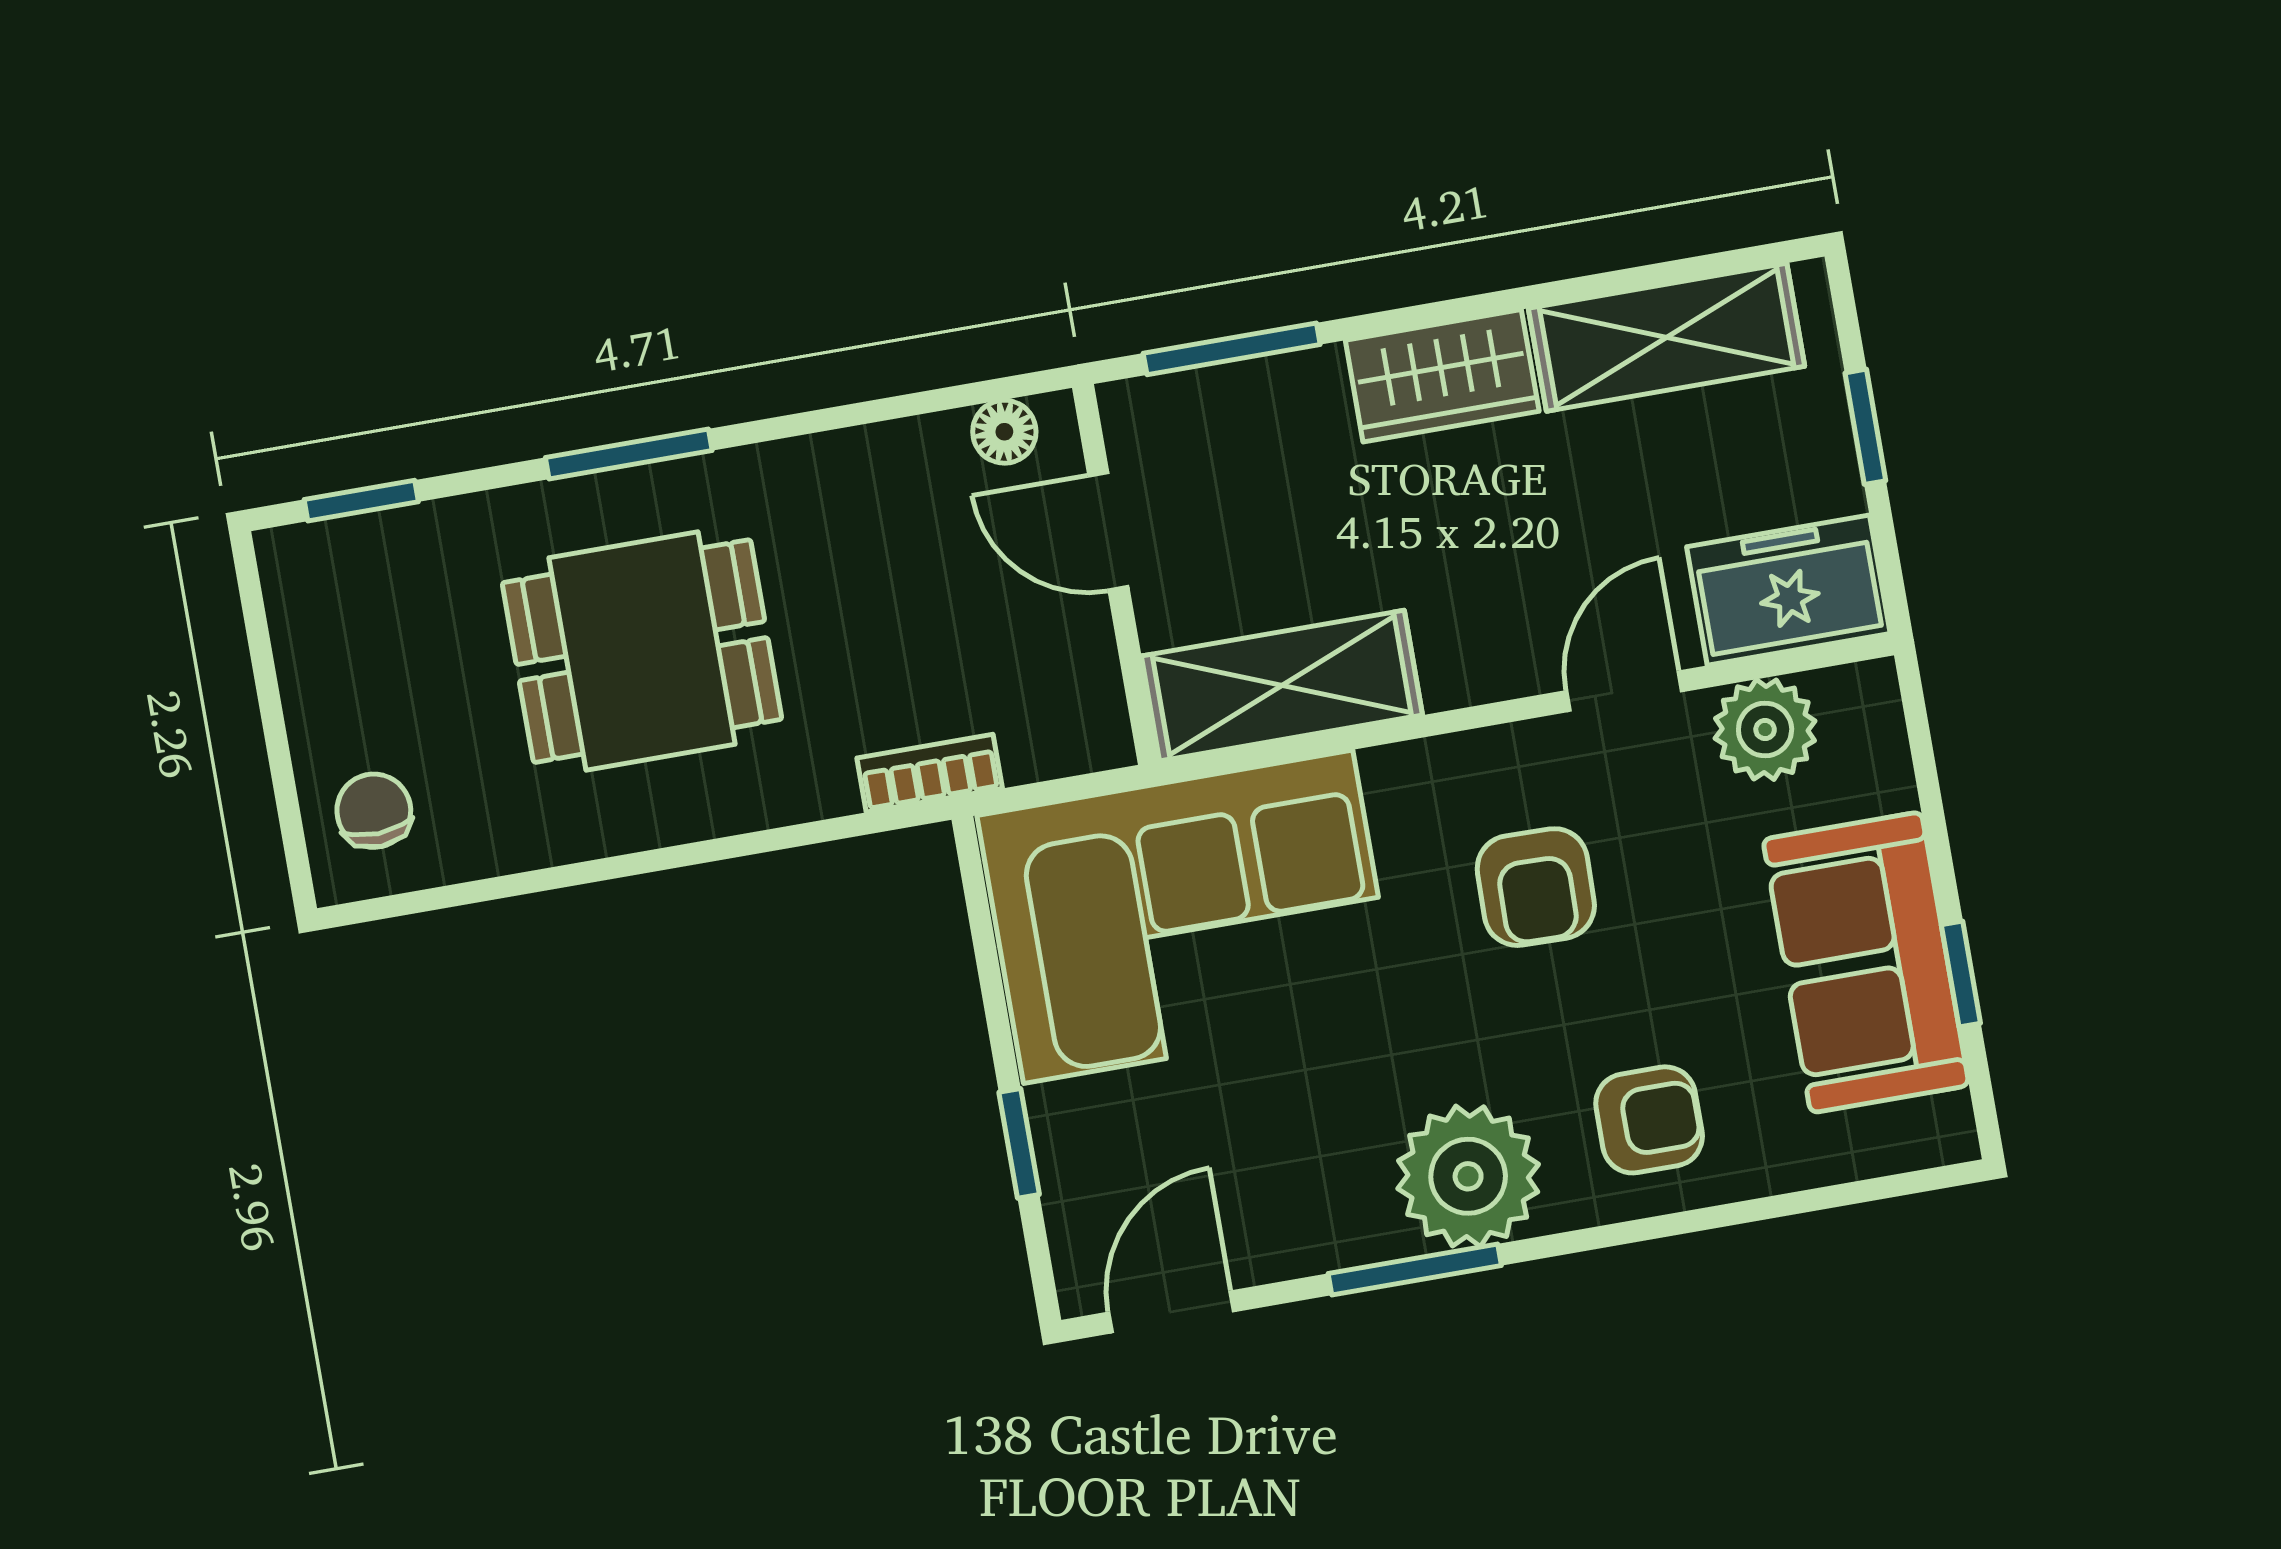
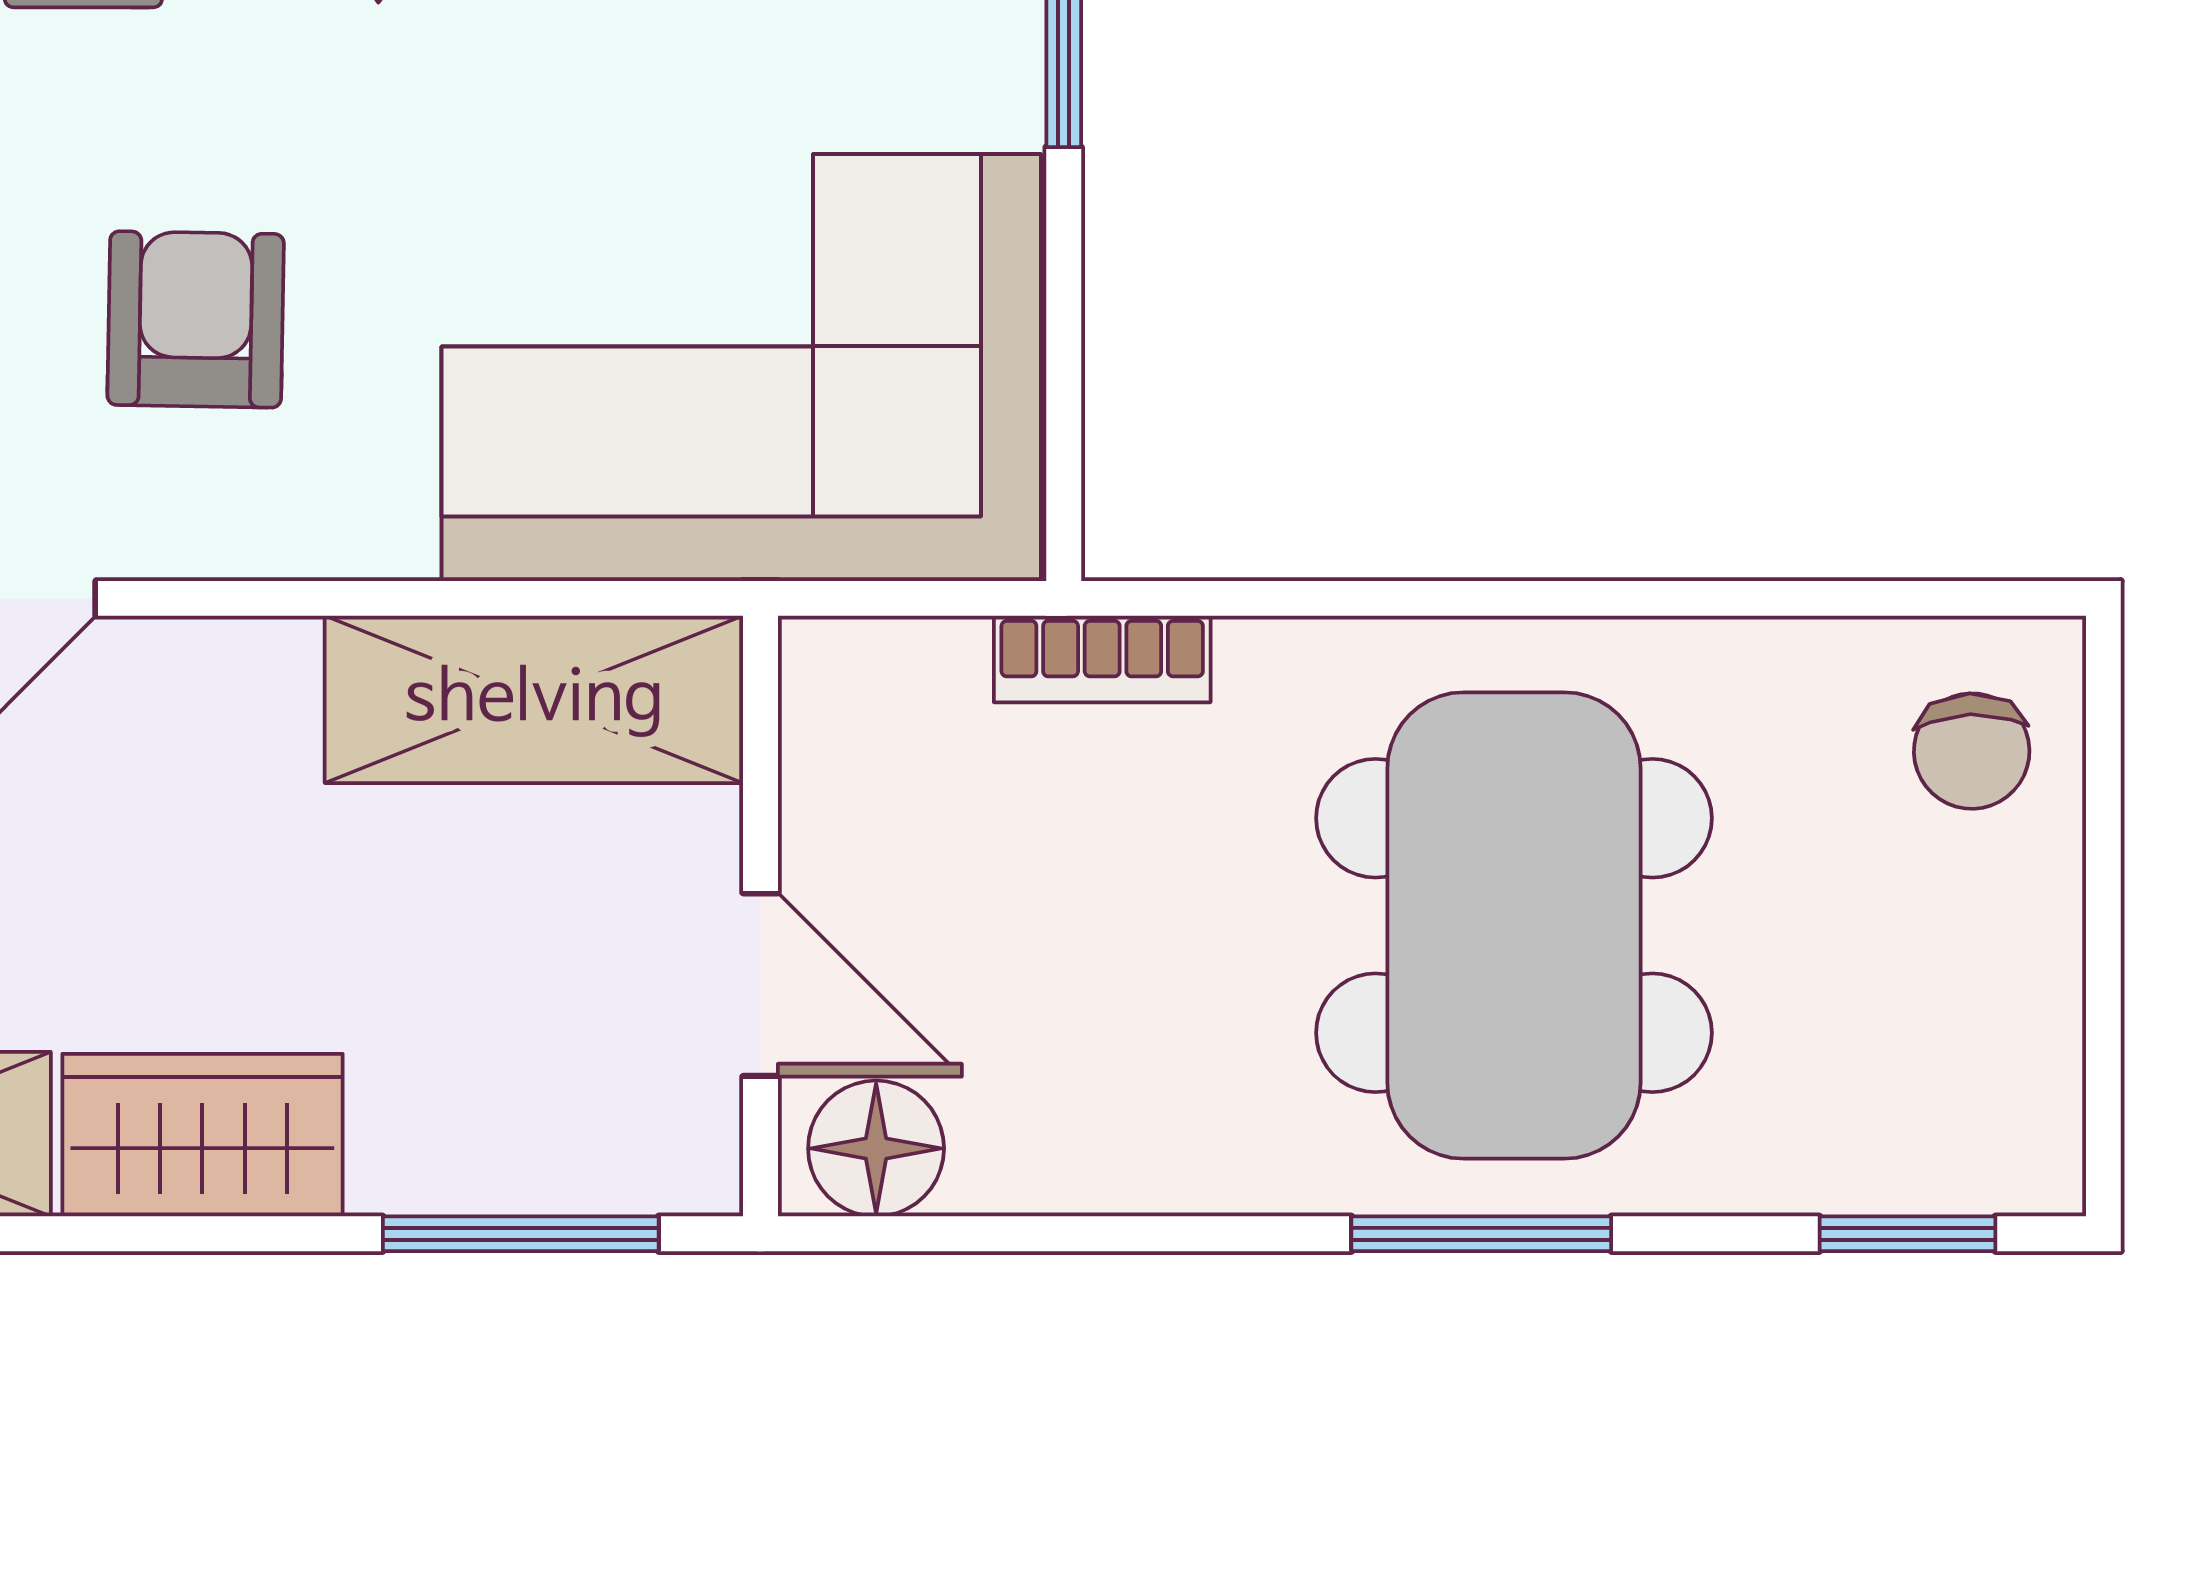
floor lamp: (1004, 432) -> (876, 1148), width x1.37, depth x1.37
dining table: (642, 651) -> (1514, 926), width x1.38

